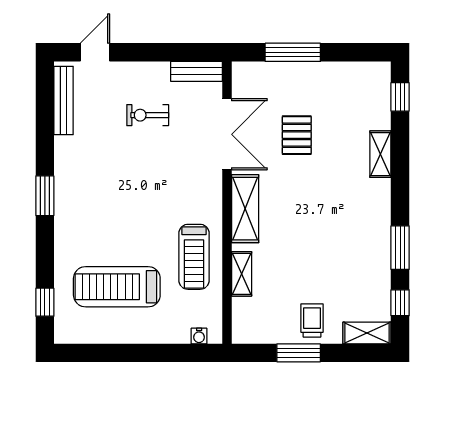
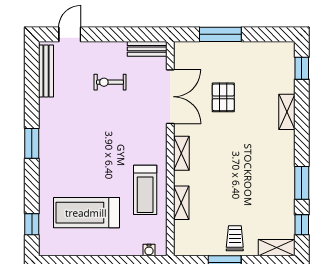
shelving: (245, 209) -> (181, 153), width x0.67, depth x0.75

